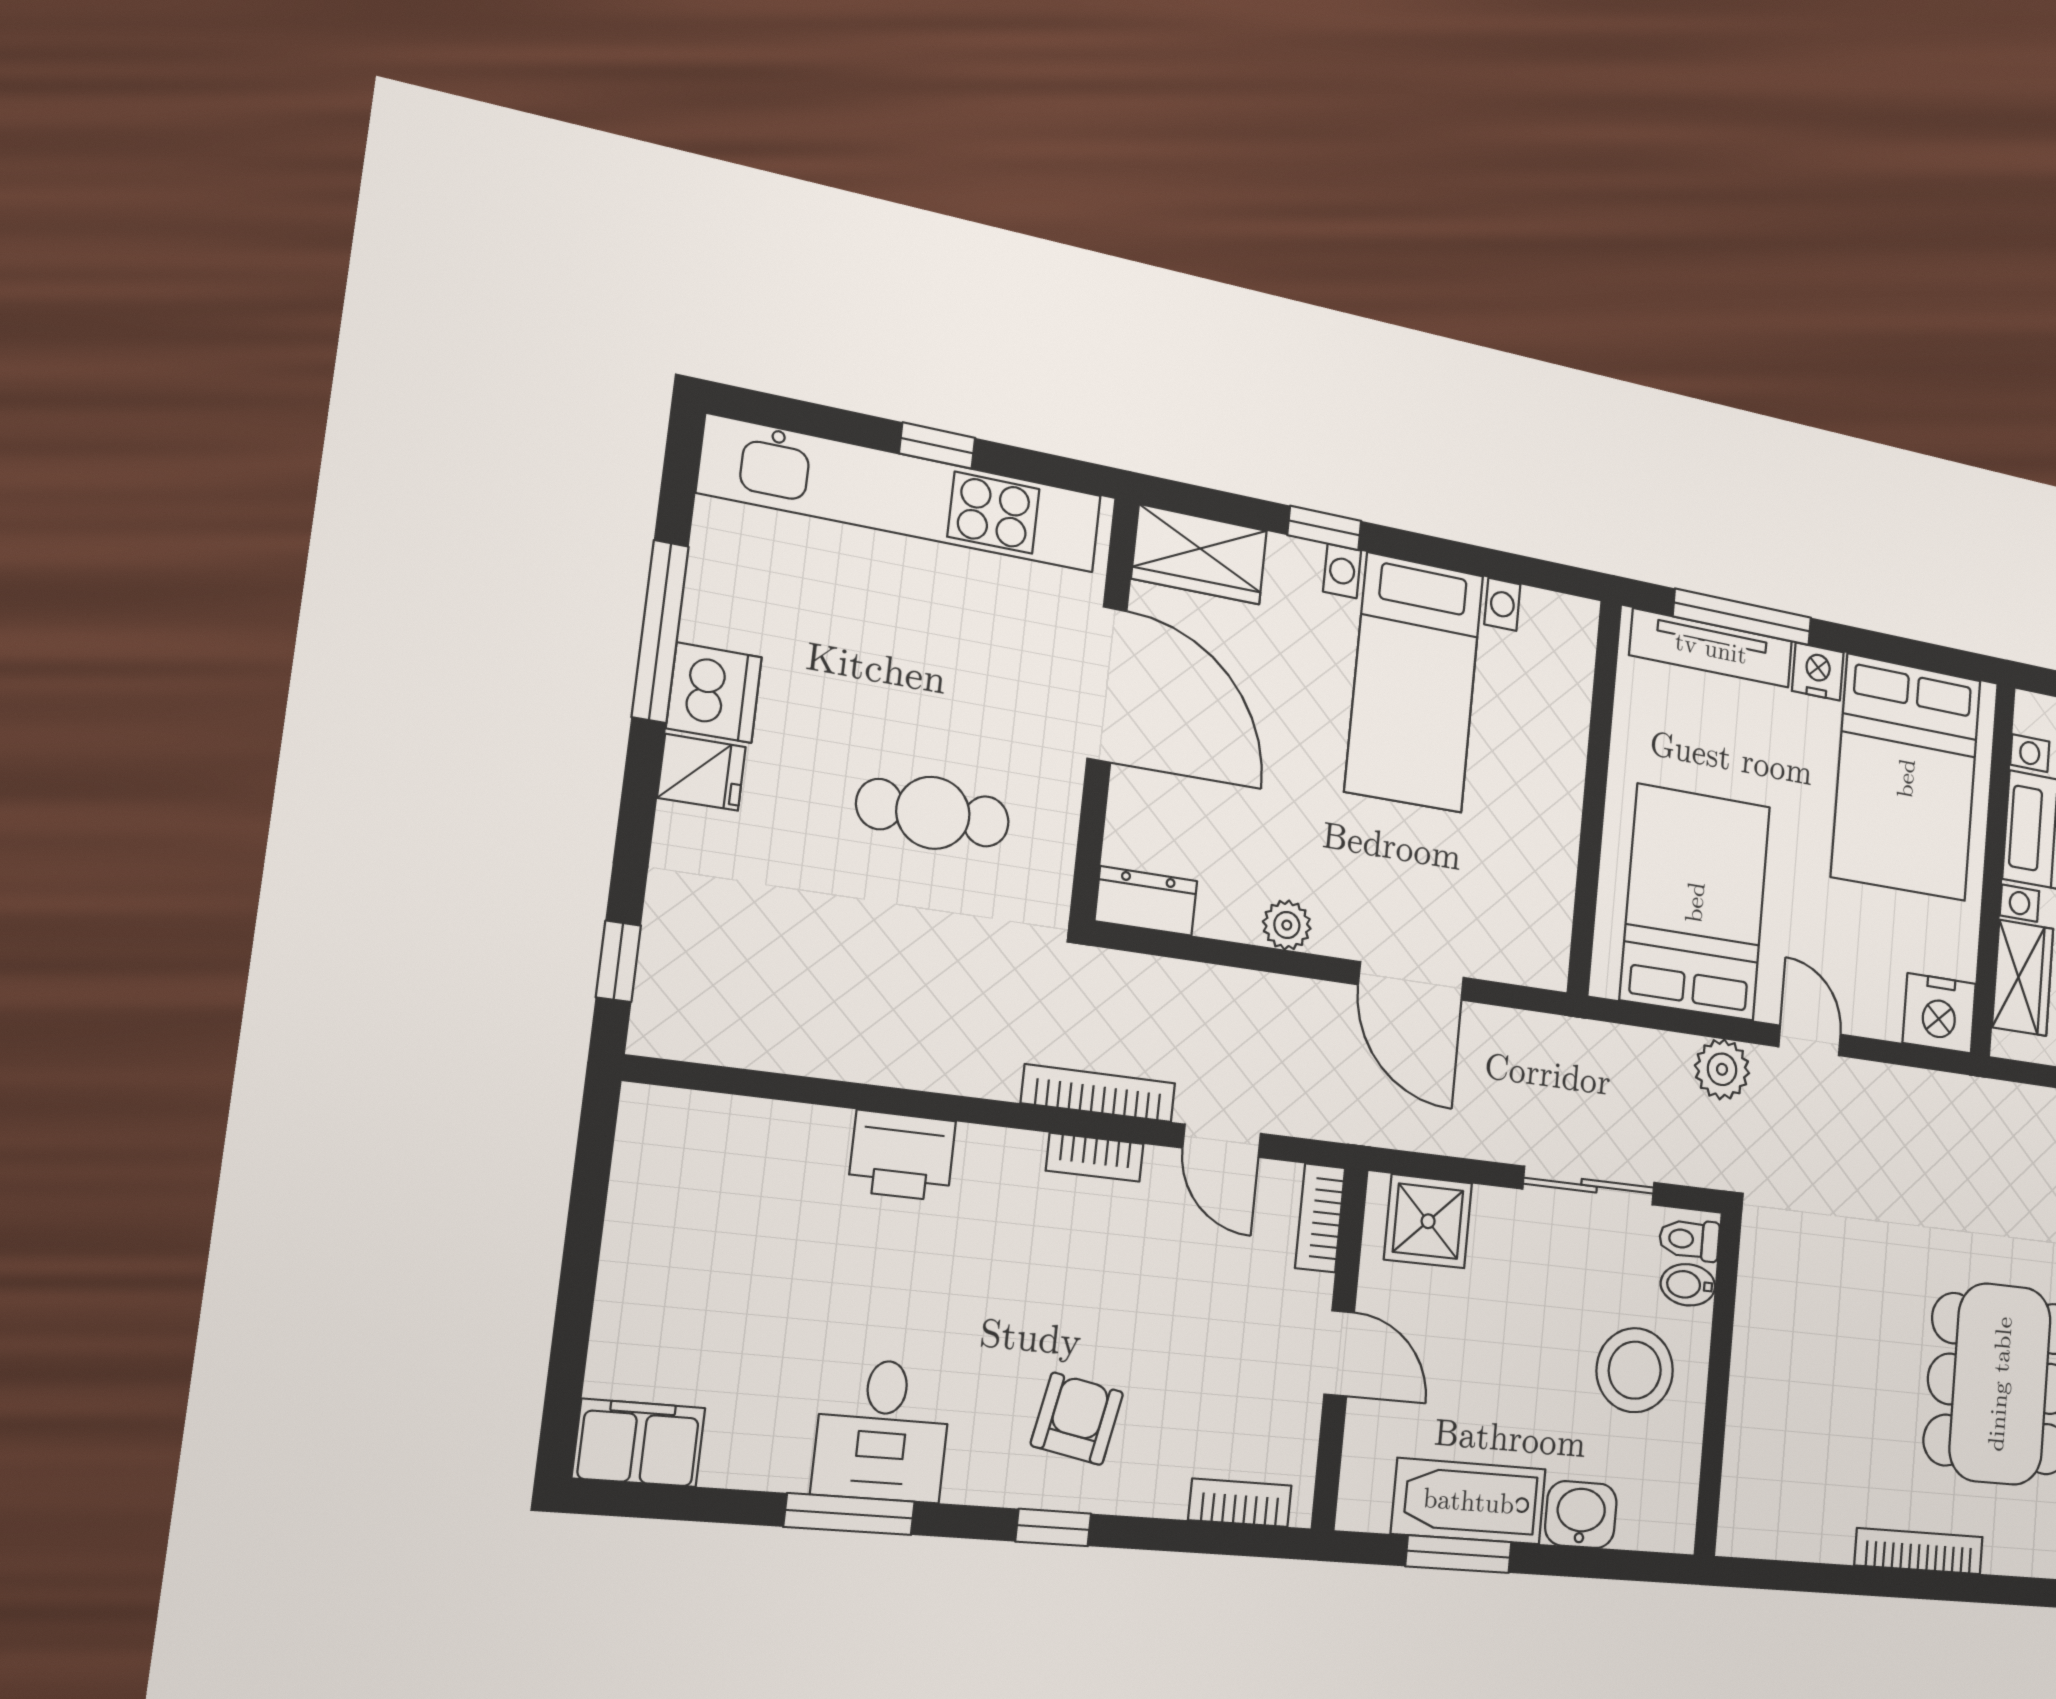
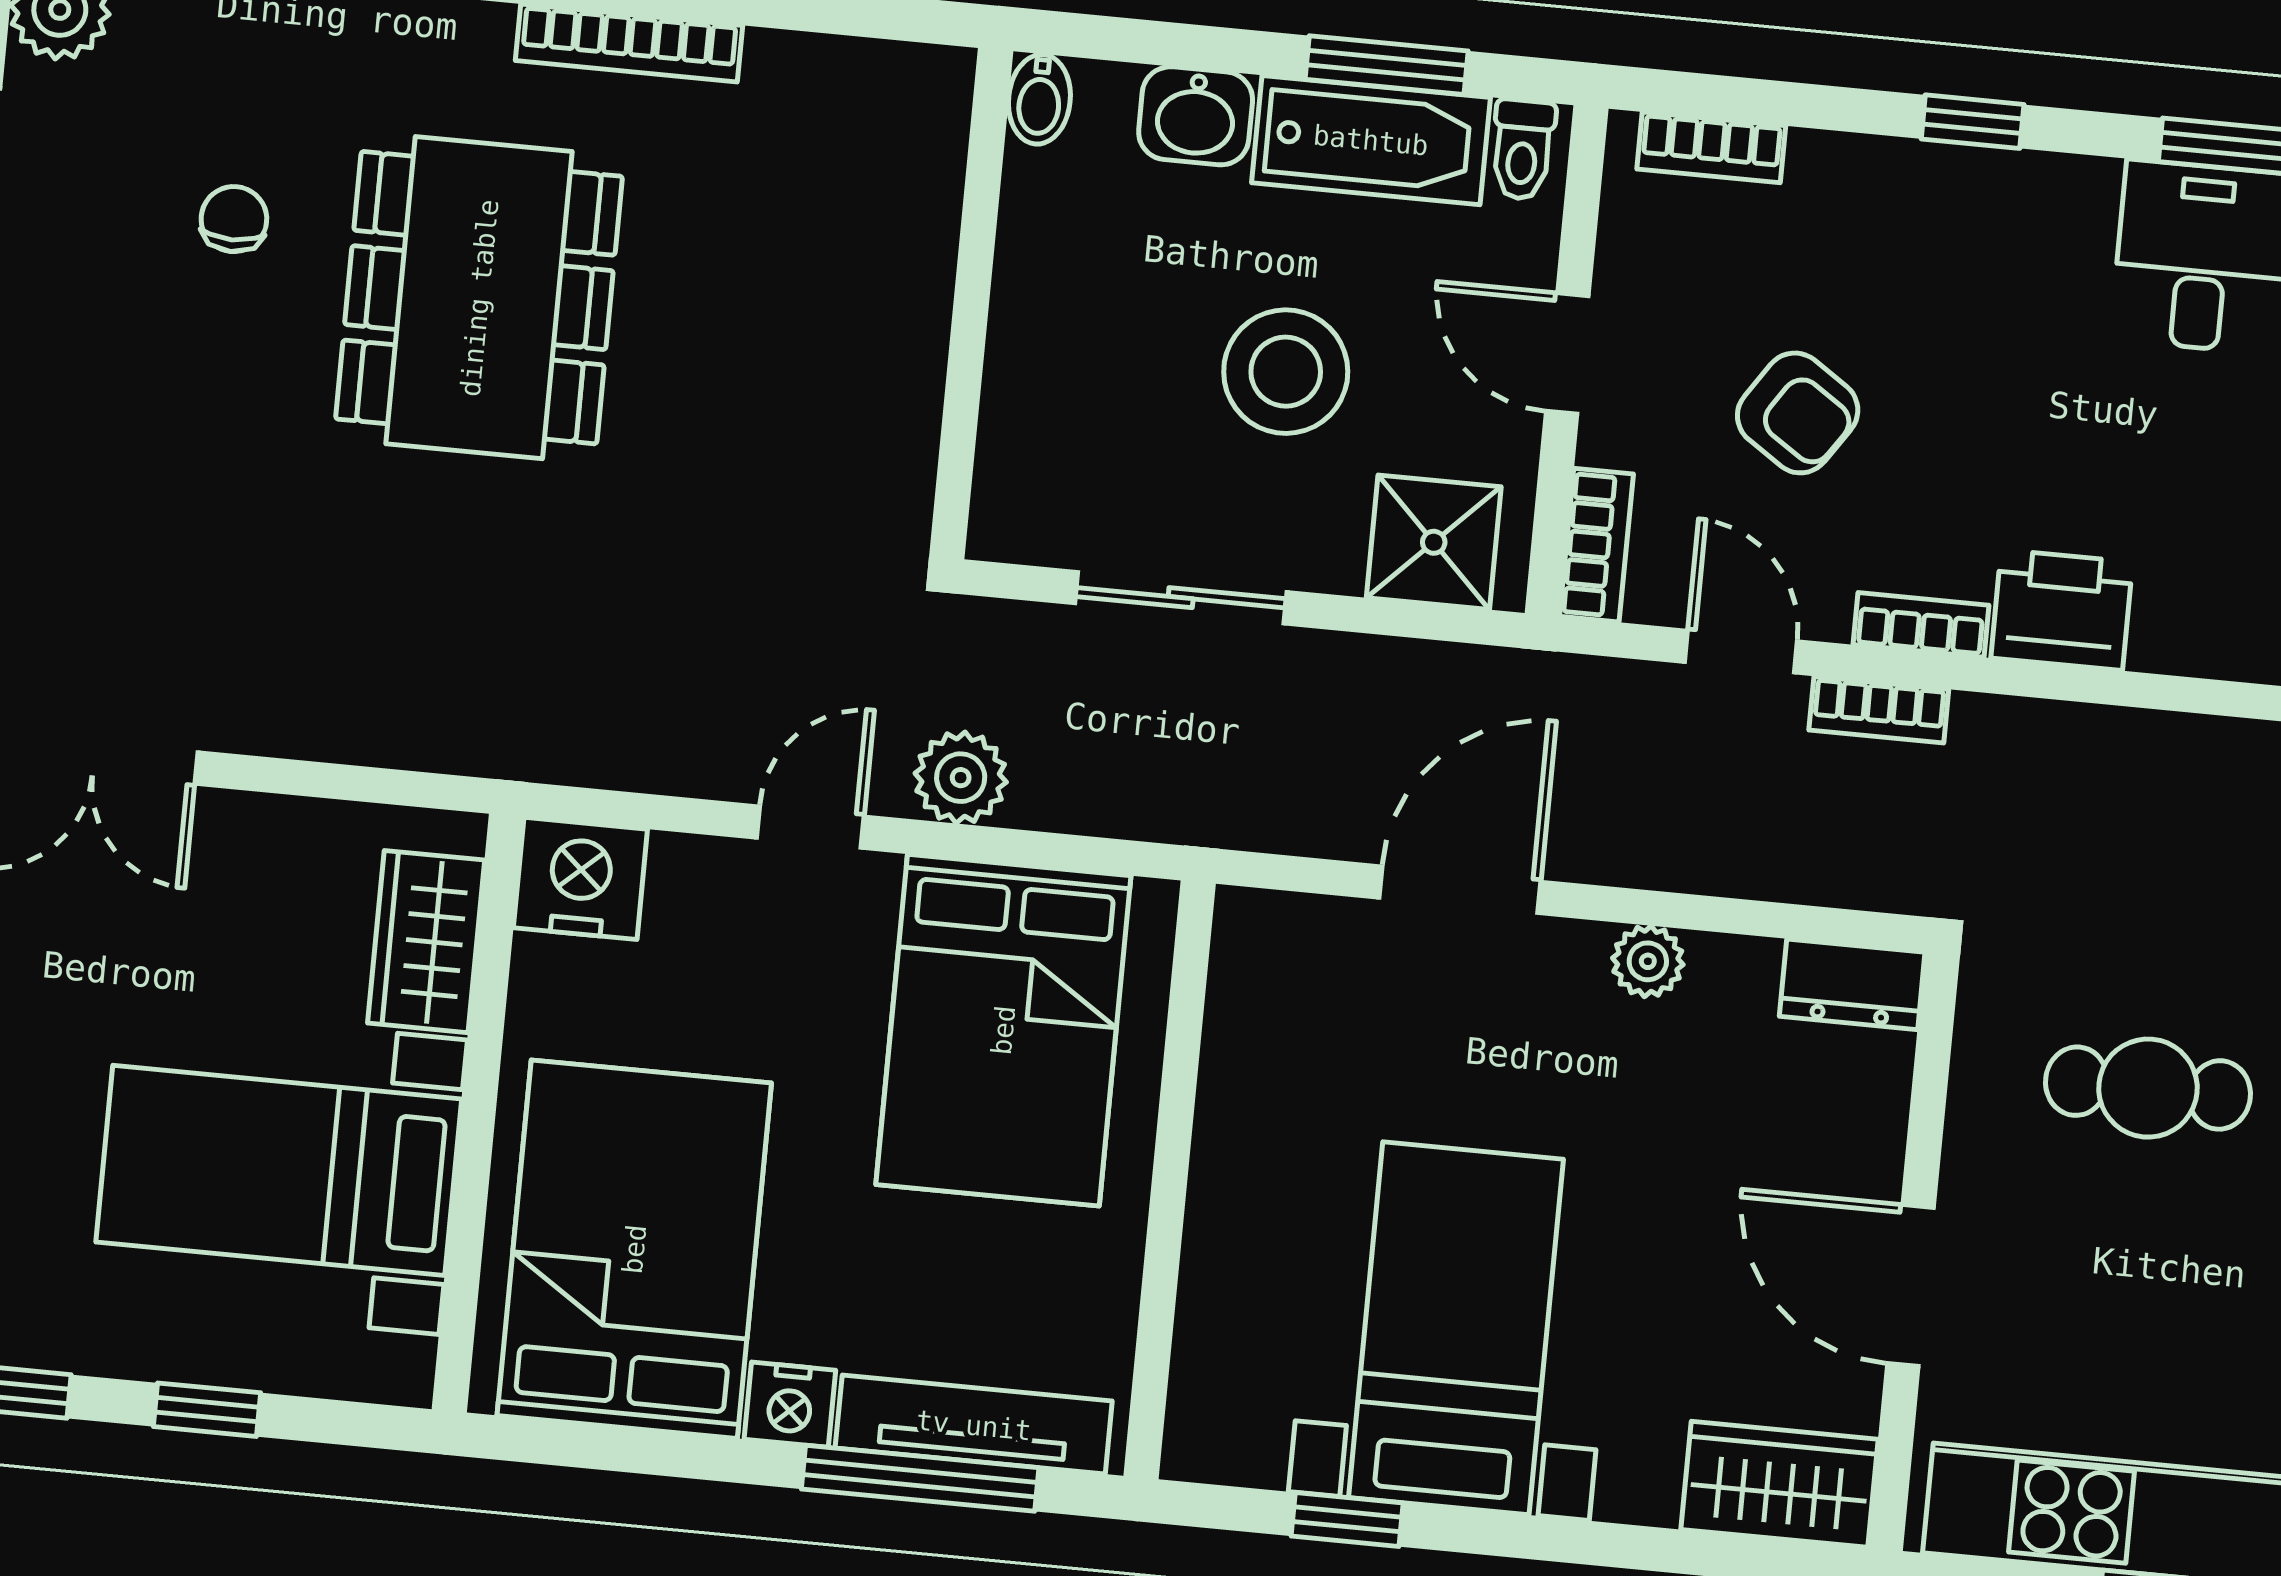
window: (1324, 528) -> (1347, 1519), moved
door: (1107, 684) -> (1911, 1286), width x0.73
door: (1411, 981) -> (1460, 890), hinge flipped
door: (1810, 1040) -> (810, 827), swing flipped
bookcase: (1099, 1093) -> (1879, 710), width x0.64
printer: (902, 1156) -> (2062, 610), moved
toilet: (1689, 1239) -> (1523, 150), moved, turned 90
bidet: (1688, 1285) -> (1039, 99), moved, turned 90
stool: (1635, 1370) -> (1286, 372), moved
armchair: (1077, 1419) -> (1798, 413), moved, turned -67

